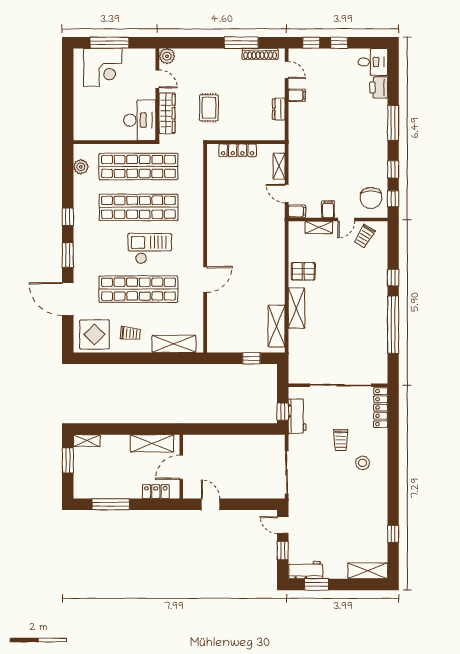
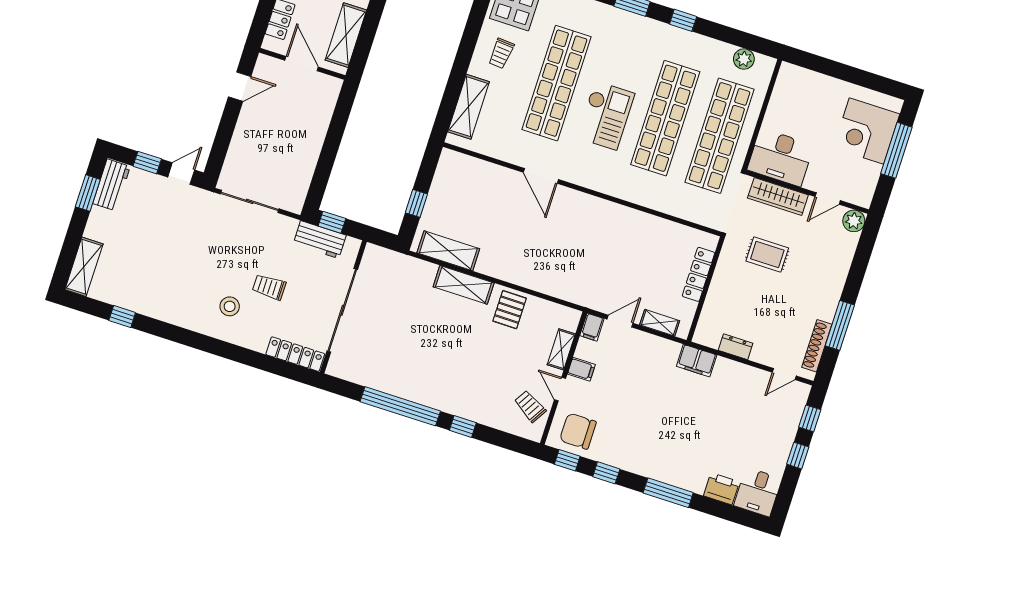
filing cabinet: (297, 95) -> (697, 361), moved, width x2.00

